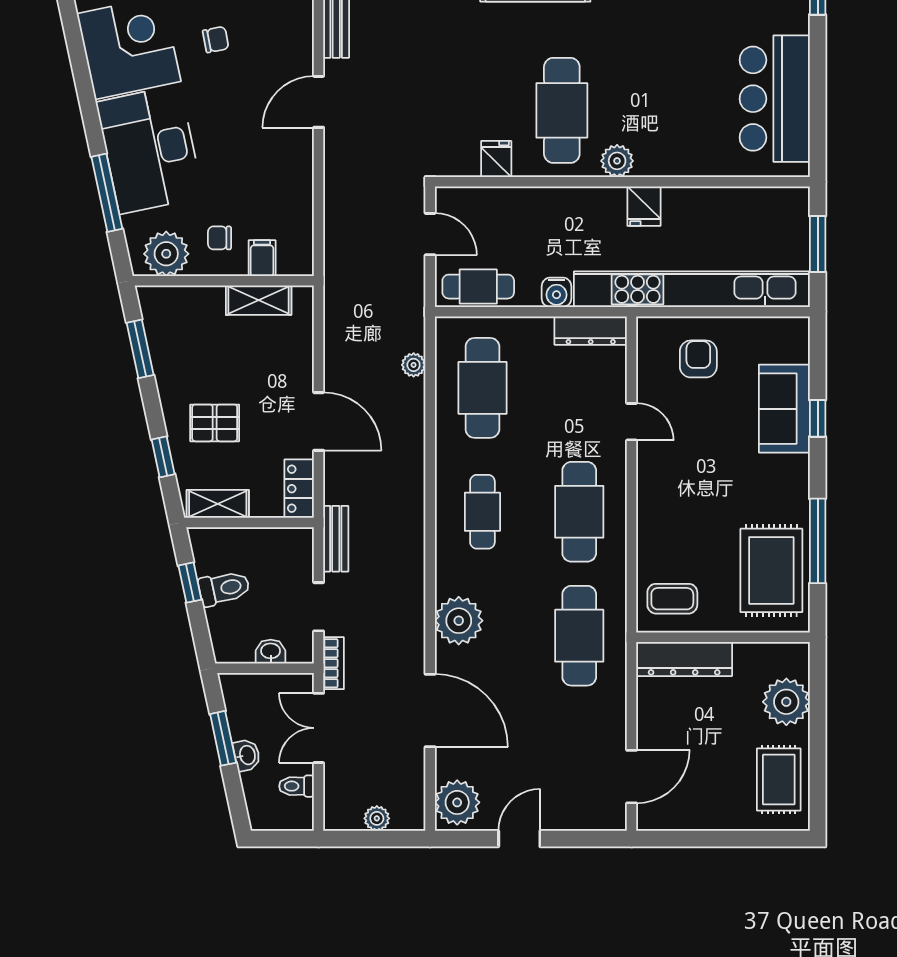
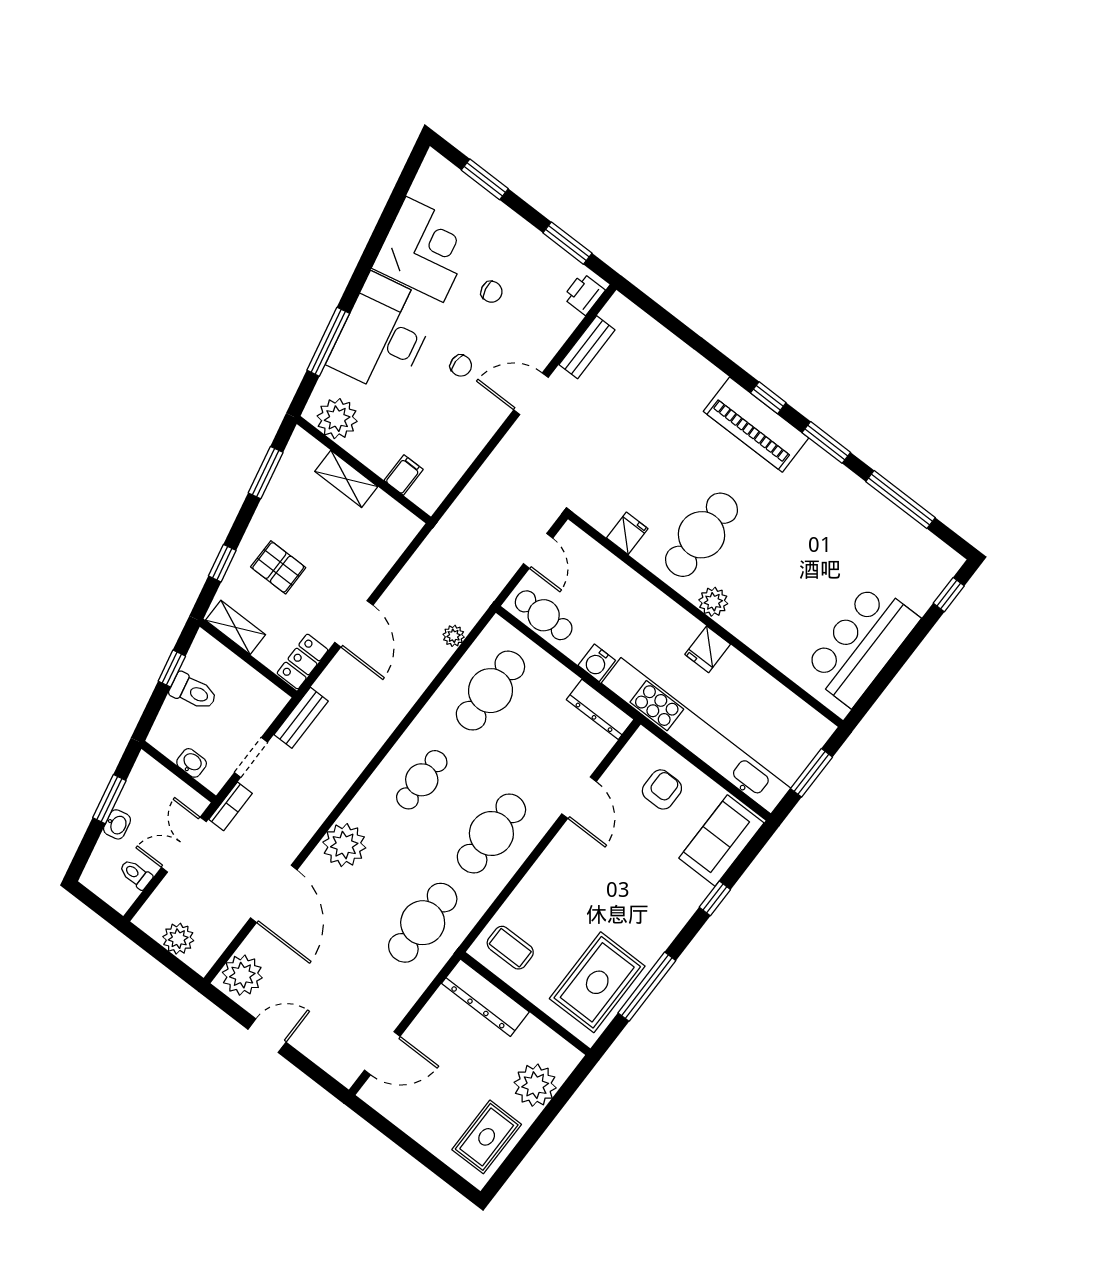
chair: (219, 238) -> (461, 366), moved, turned 180
shelving: (259, 300) -> (346, 479), moved
sofa: (784, 409) -> (721, 841), moved
door: (632, 422) -> (579, 798), width x1.38
plant: (377, 818) -> (178, 939), width x1.38, depth x1.38

